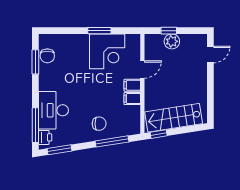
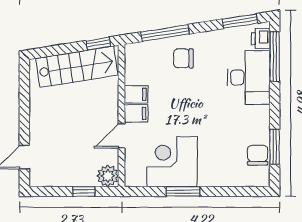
plant: (172, 41) -> (108, 176), moved

